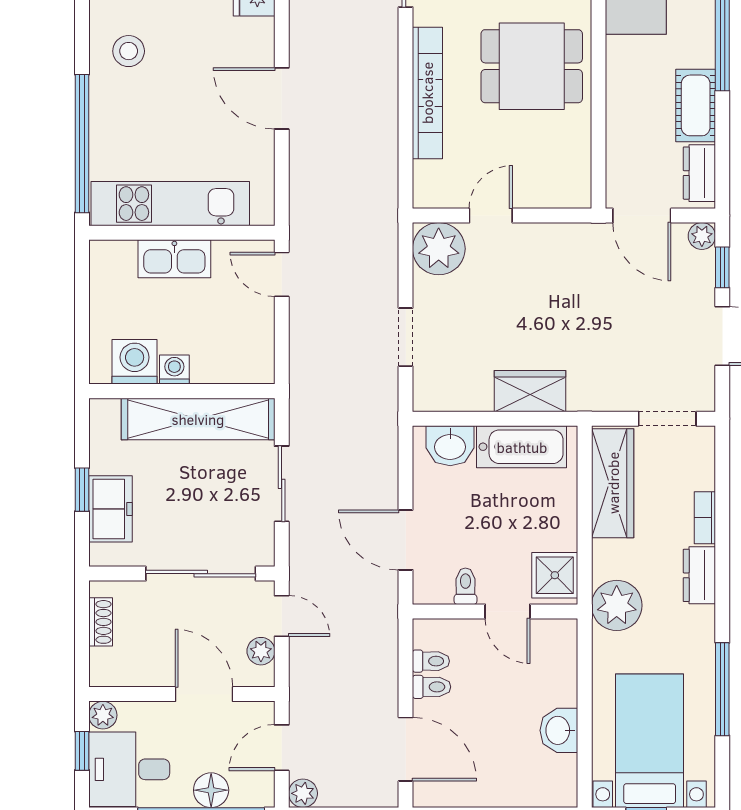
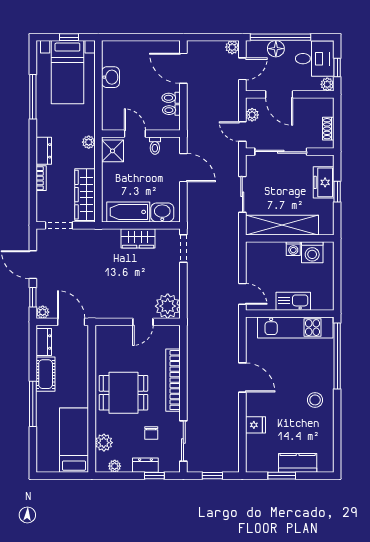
doorway: (406, 337) -> (183, 248), moved
wardrobe: (530, 391) -> (138, 238), moved
plant: (617, 605) -> (89, 142), width x0.53, depth x0.53

